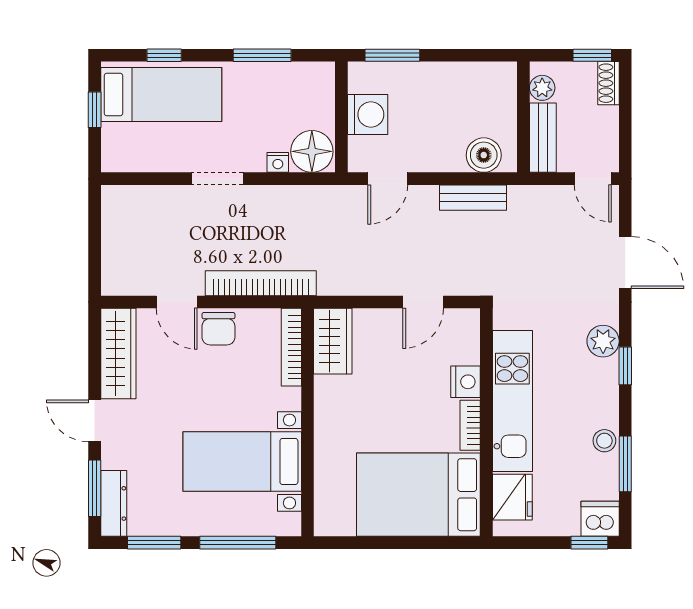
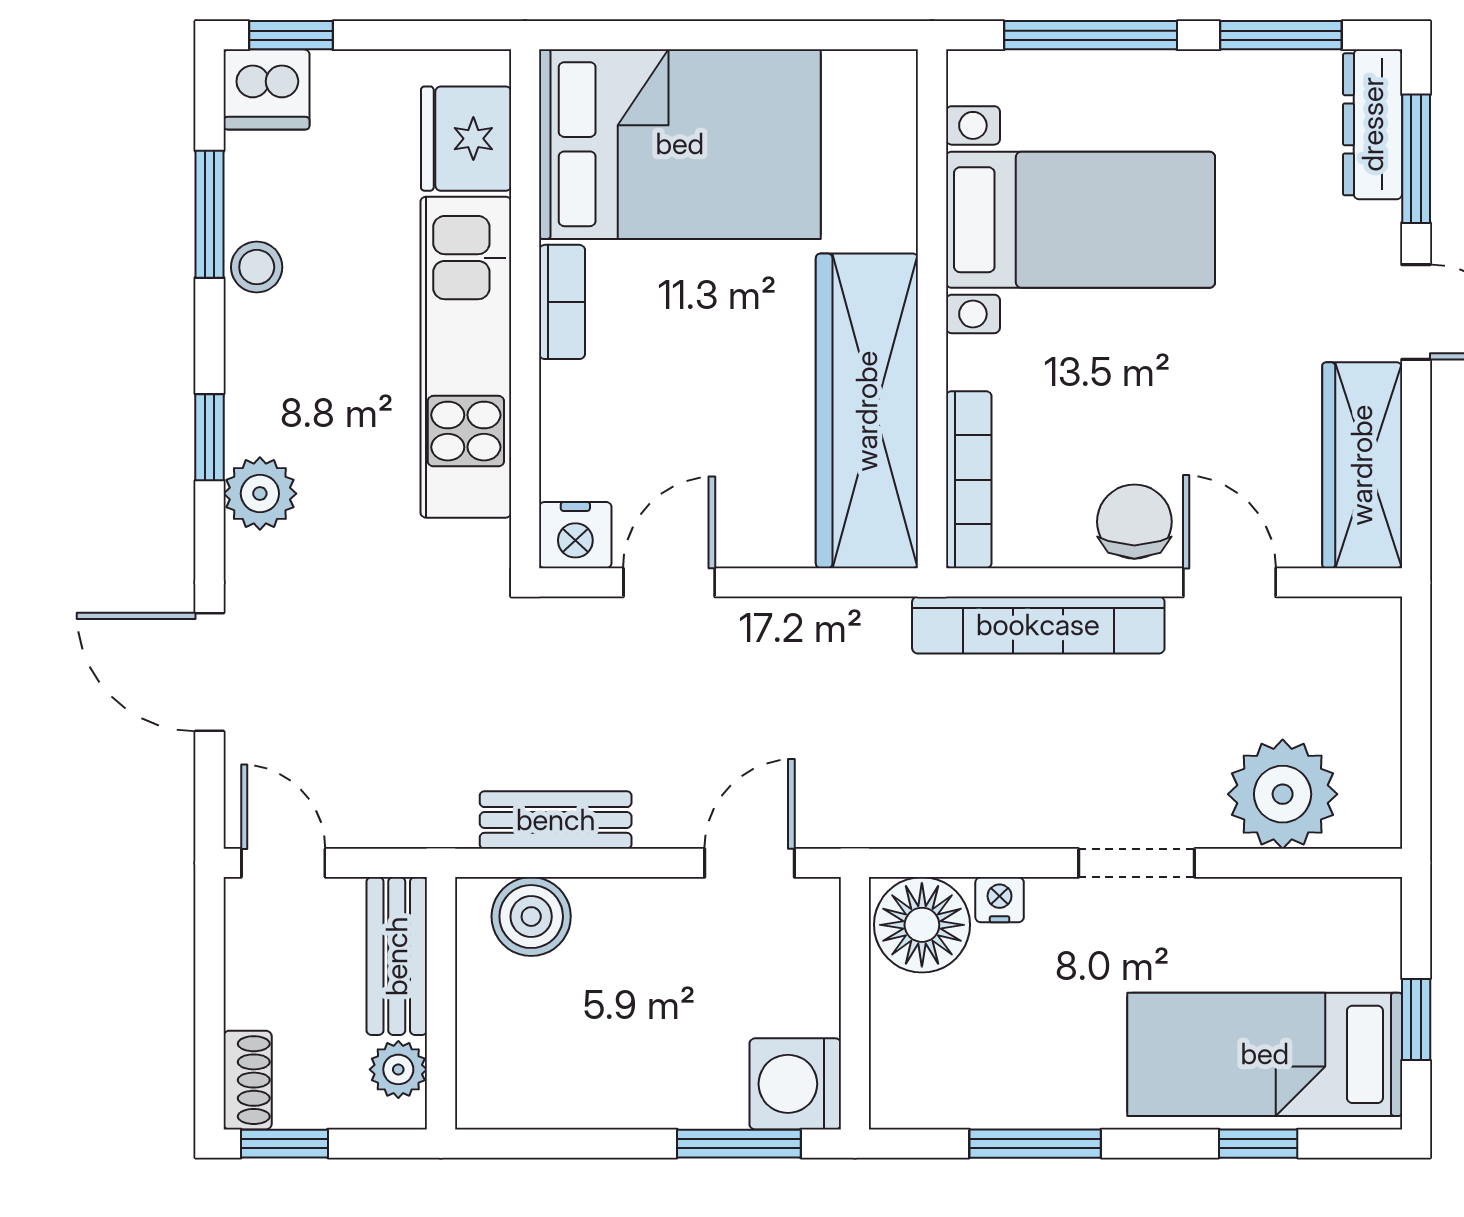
washing machine: (368, 115) -> (795, 1084), moved
plant: (153, 209) -> (1283, 794), added
wardrobe: (333, 341) -> (867, 411), width x2.10, depth x1.17
nightstand: (466, 382) -> (575, 535), moved, turned -90

